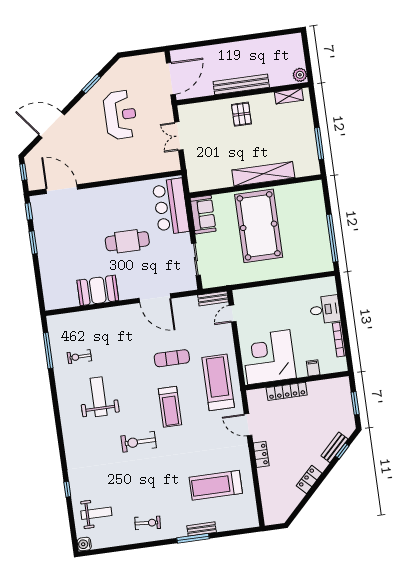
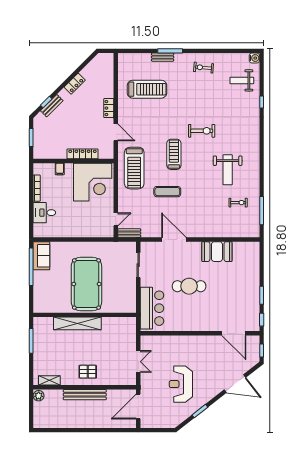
pallet: (241, 114) -> (88, 372), turned 90
sofa: (203, 215) -> (41, 256), moved, turned 180

